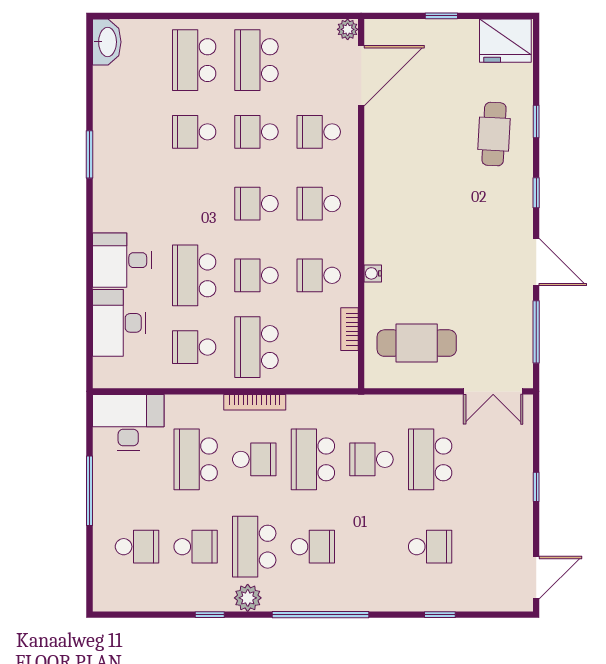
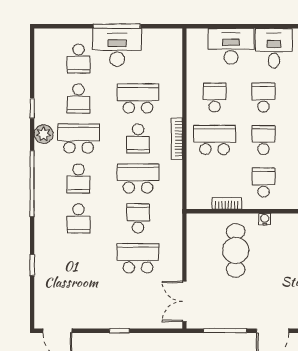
school desk: (194, 275) -> (263, 98), width x0.54
cafe table: (417, 343) -> (236, 250), moved
desk: (128, 422) -> (117, 47), moved, turned -90
school desk: (430, 547) -> (78, 218), moved

